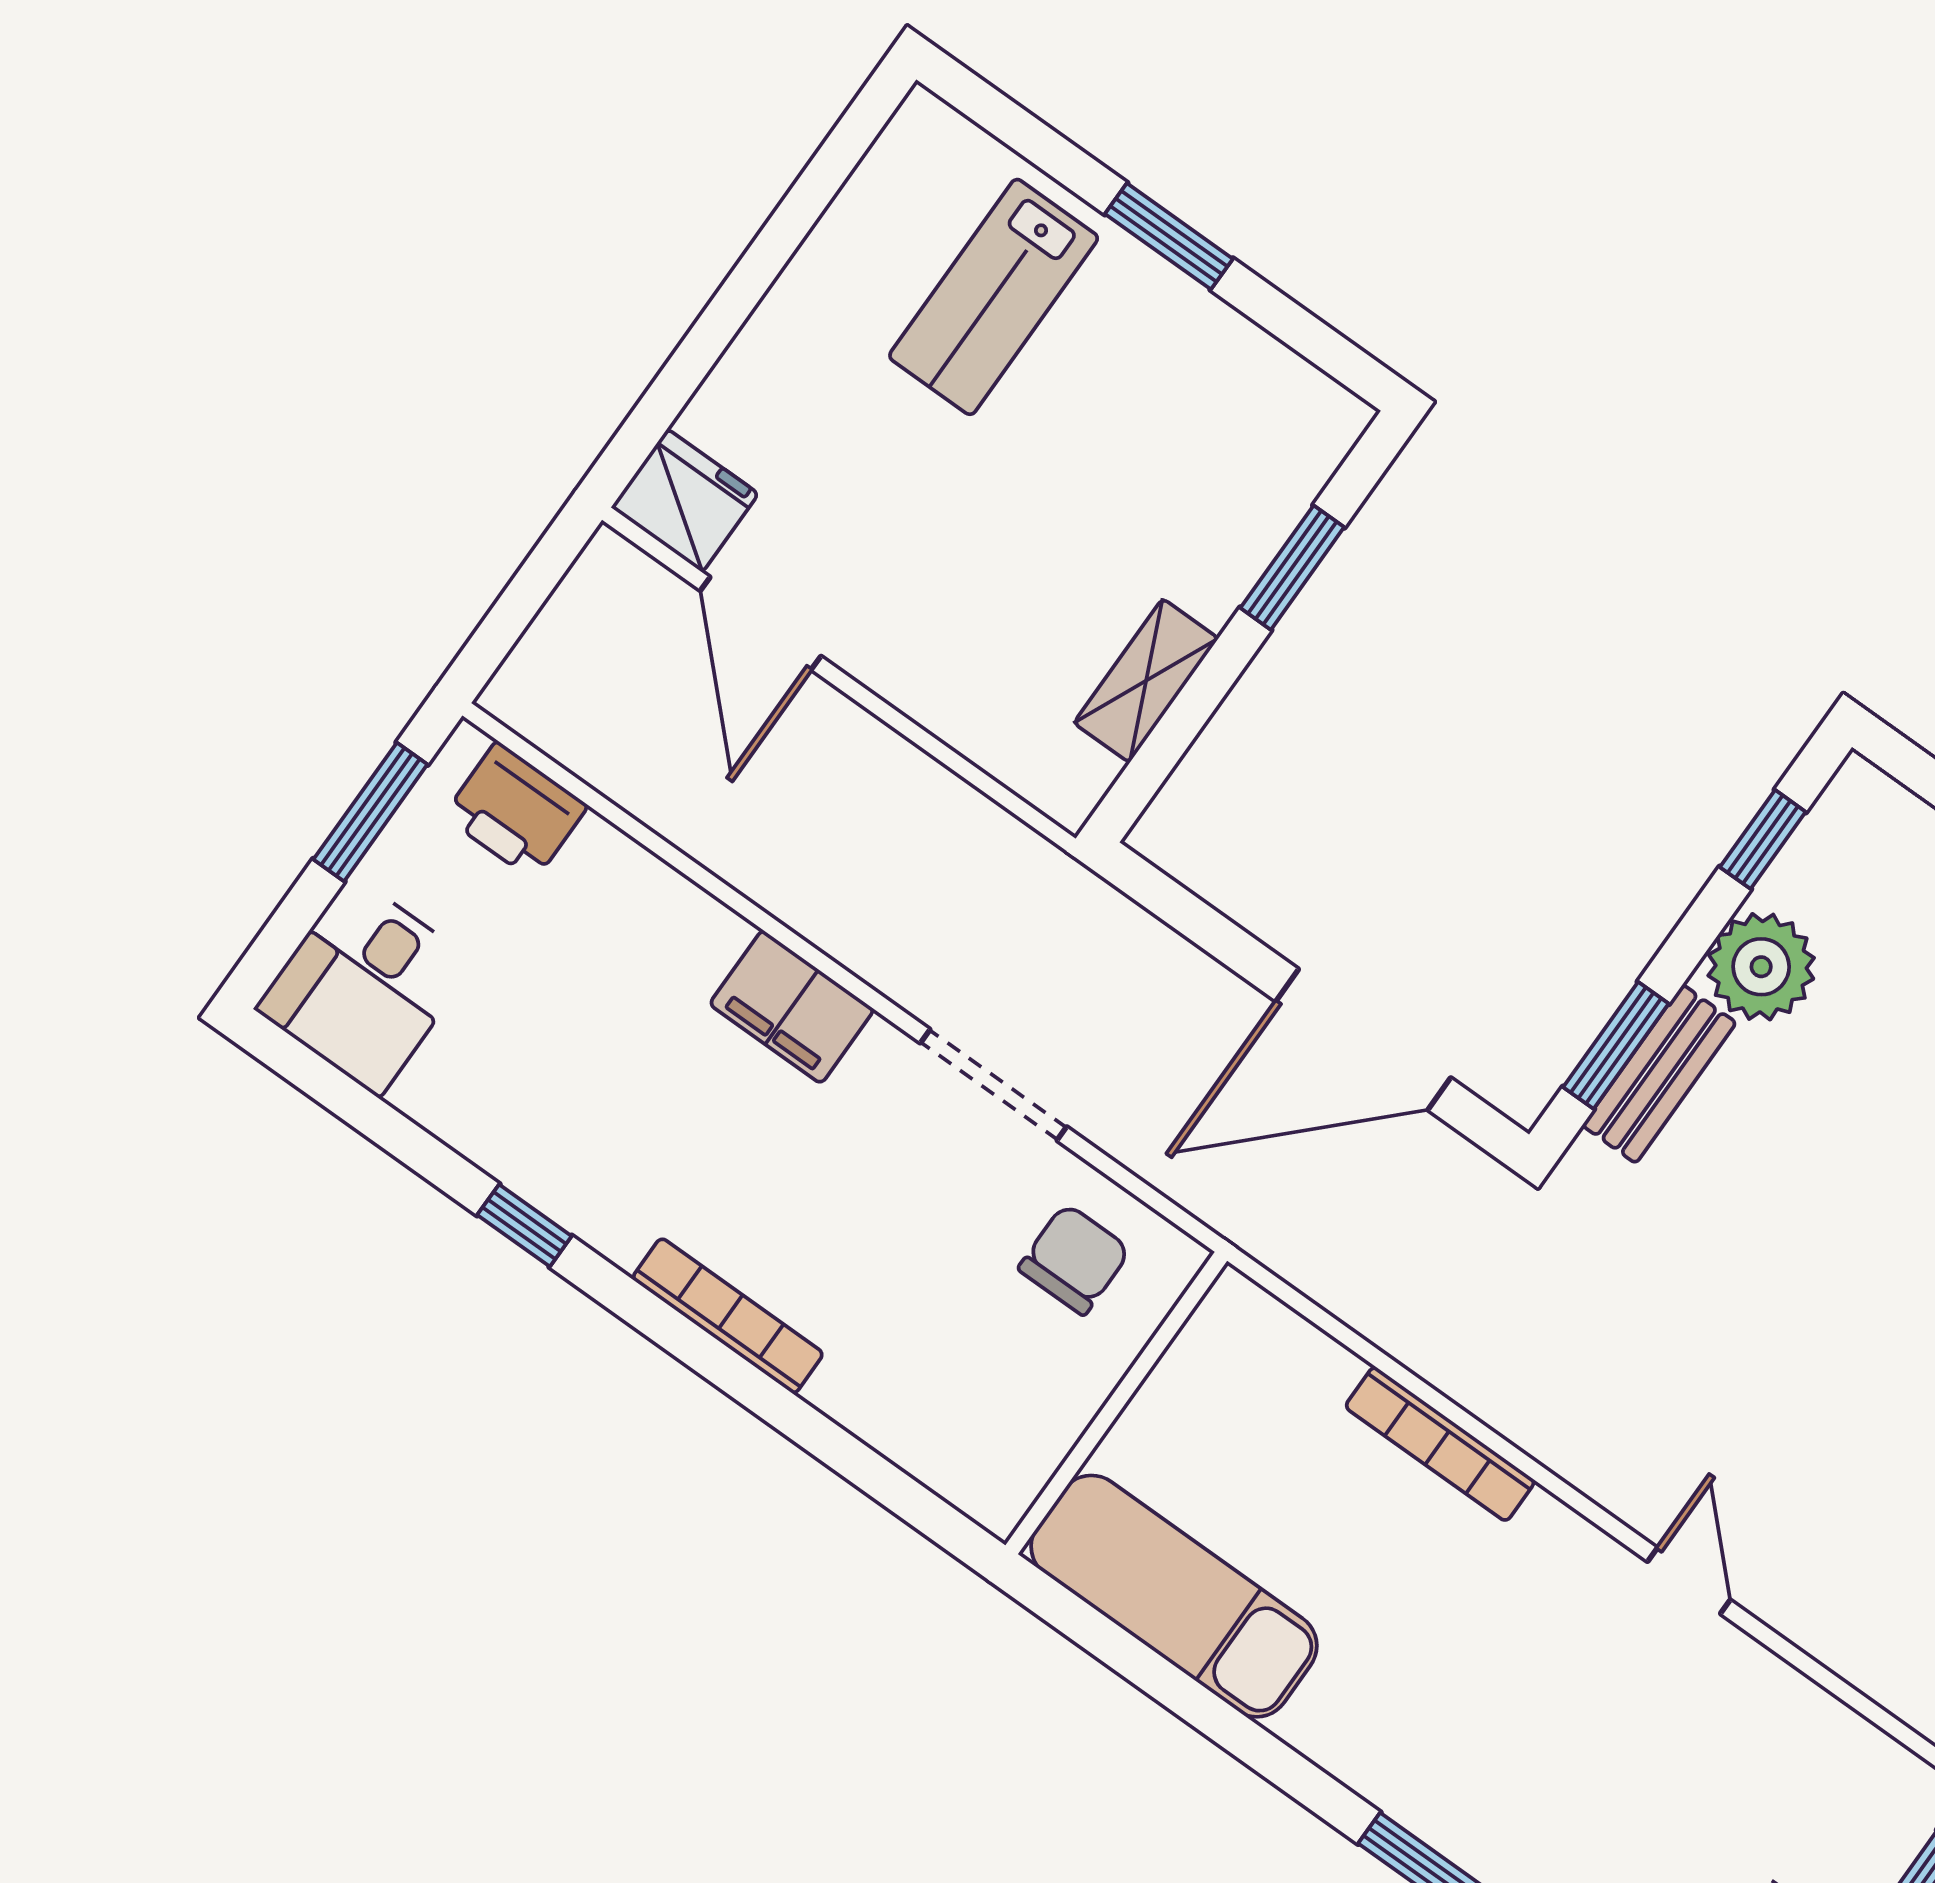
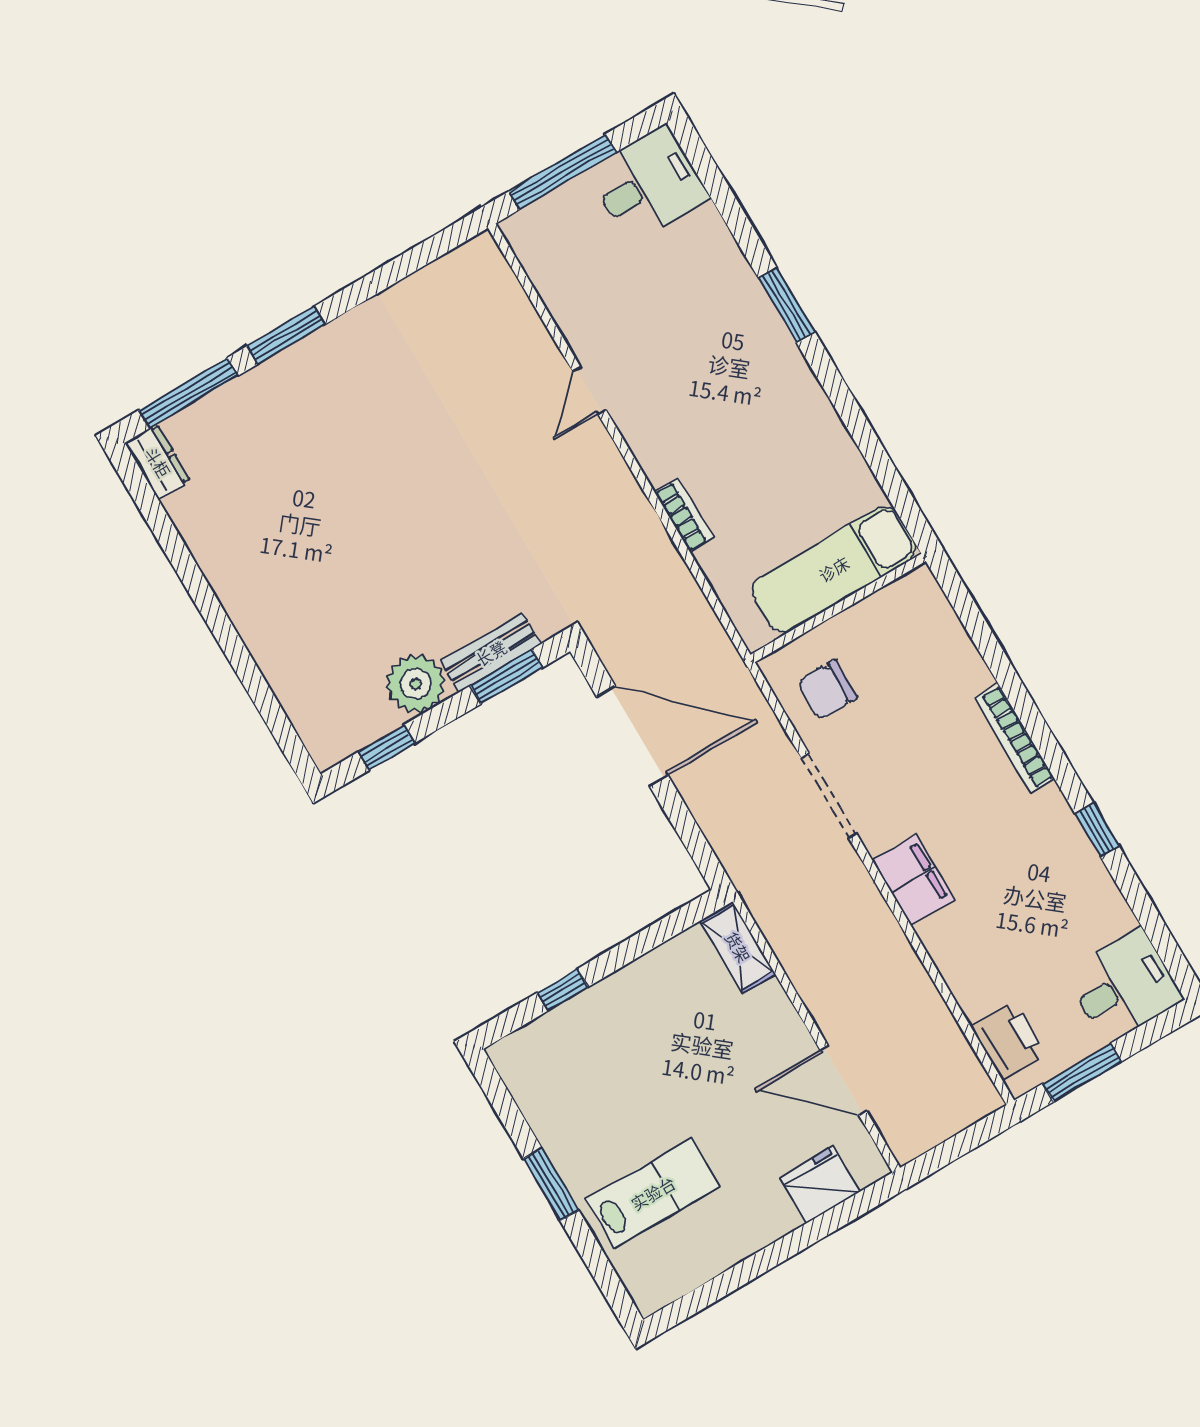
fridge: (685, 501) -> (820, 1185), moved, turned 90
window: (1292, 568) -> (563, 990), width x0.67
door: (761, 623) -> (843, 1080), swing flipped
shelving: (1146, 681) -> (738, 947), moved, turned 90
bookcase: (1440, 1444) -> (684, 515), width x0.64
exam couch: (1174, 1596) -> (834, 569), moved, turned 90

